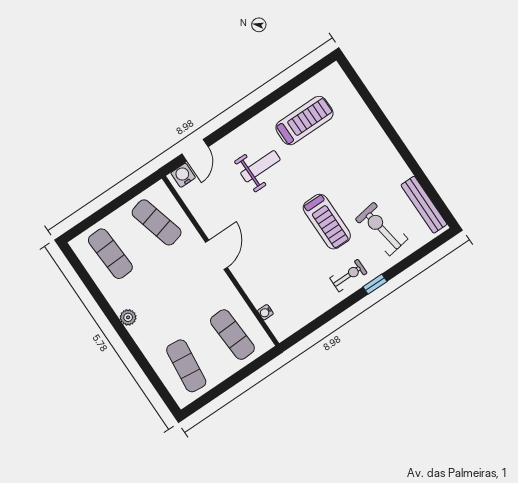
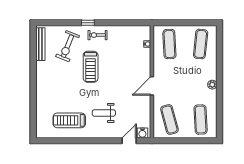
treadmill: (327, 222) -> (91, 67), turned 180
exercise bike: (382, 229) -> (68, 46), turned 31

